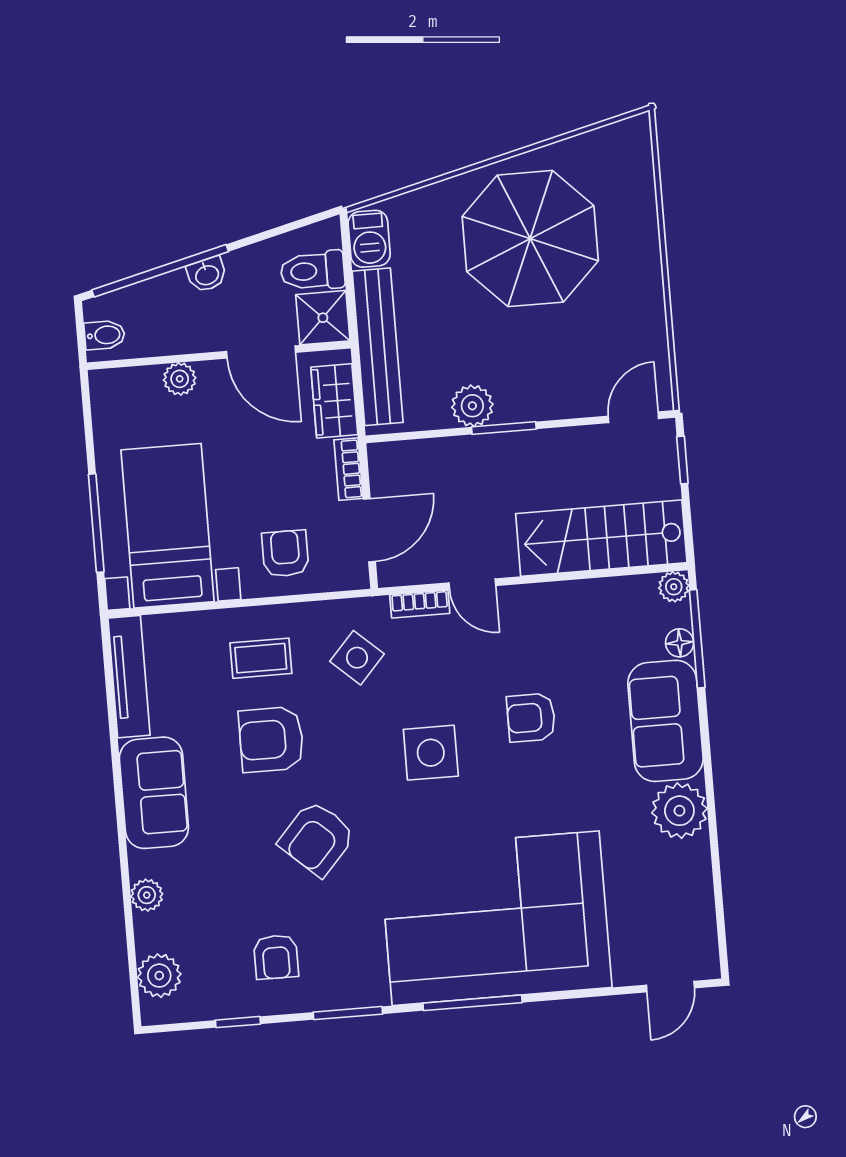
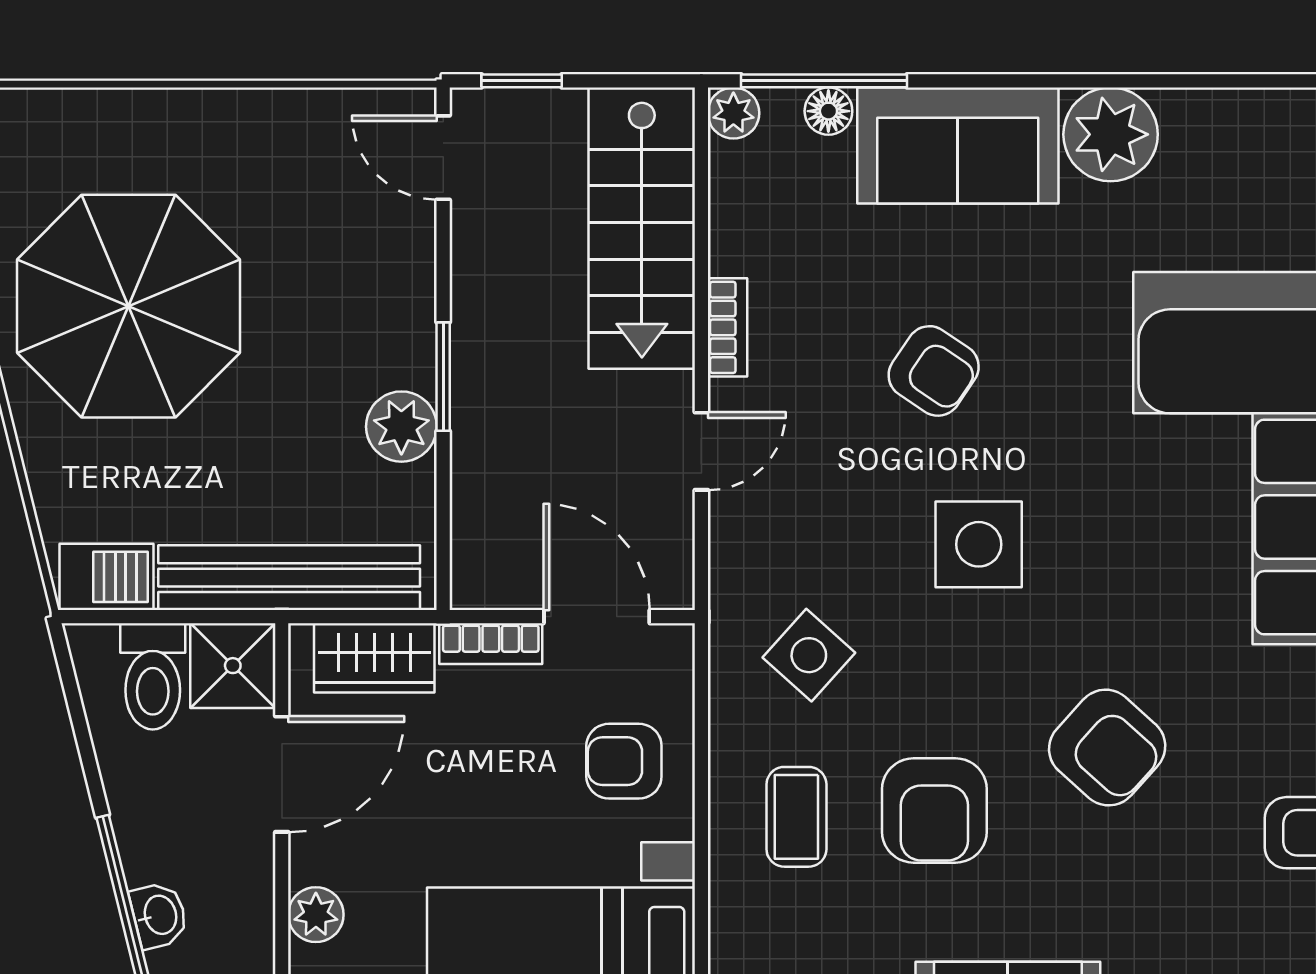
washbasin: (207, 274) -> (159, 915), moved
bookcase: (420, 604) -> (727, 327), moved
armchair: (531, 718) -> (934, 371), turned -56

